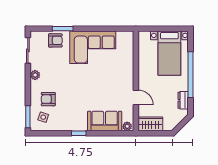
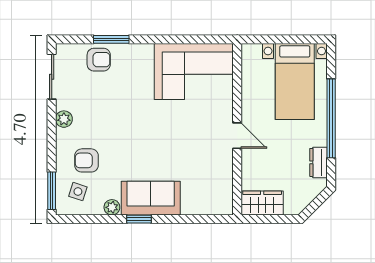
corner sofa: (93, 47) -> (194, 72), moved
door: (136, 97) -> (237, 136), moved
sofa: (105, 121) -> (151, 198), moved
plant: (127, 126) -> (112, 207), moved

